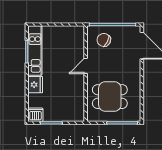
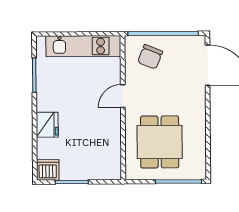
chair: (104, 40) -> (150, 57), turned -96
kitchen unit: (35, 50) -> (83, 46), moved, turned 90
dining table: (110, 97) -> (160, 142), turned 90

